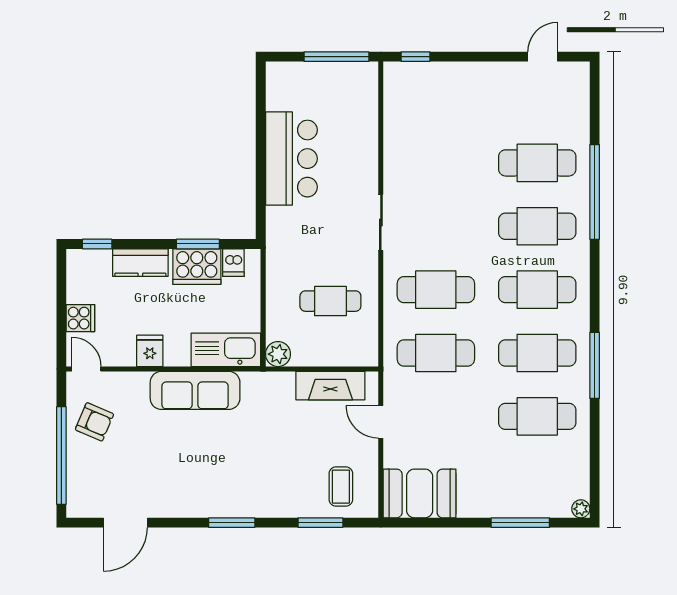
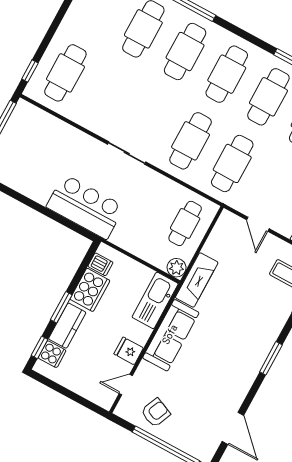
cafe table: (436, 100) -> (65, 73), added
bar counter: (291, 159) -> (85, 207), moved
window: (198, 244) -> (61, 307), moved
cafe table: (330, 301) -> (185, 223), moved
cooker: (80, 318) -> (52, 354), moved, turned 90
door: (86, 369) -> (126, 385), moved
fireplace: (330, 386) -> (197, 280), moved
door: (381, 422) -> (258, 224), hinge flipped

